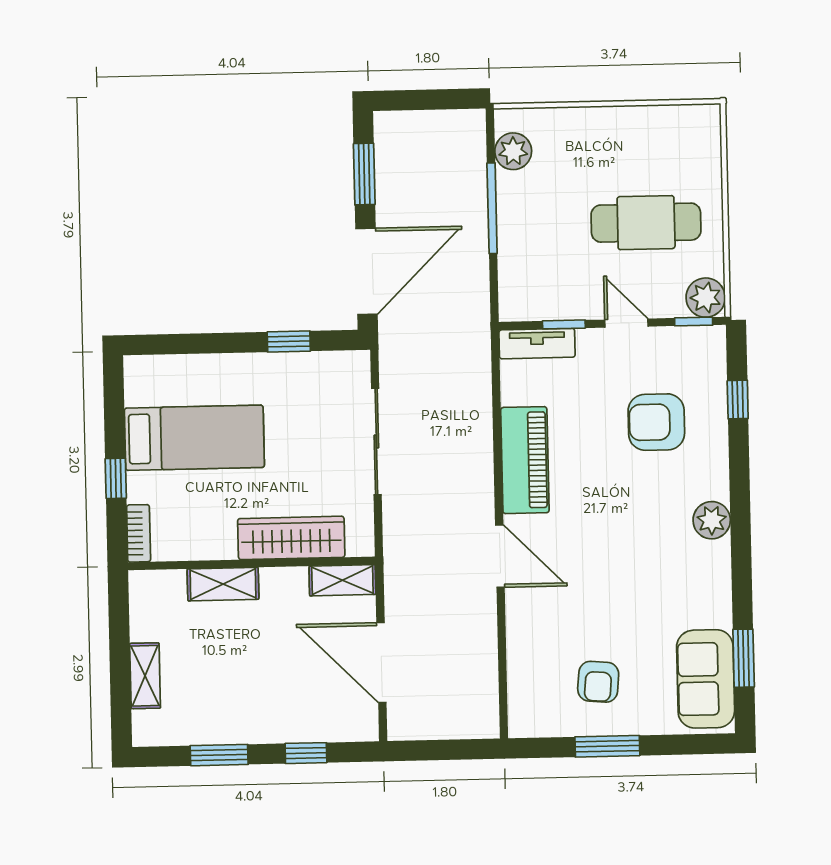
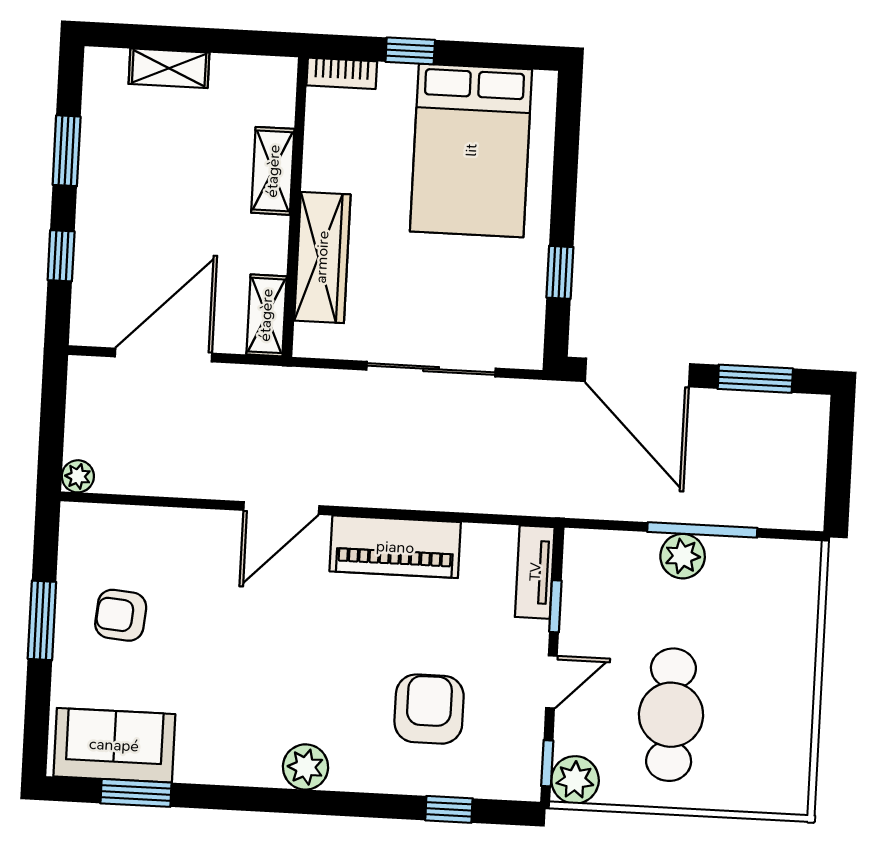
plant: (513, 151) -> (683, 556), moved
bed: (194, 438) -> (471, 150), width x1.50
plant: (486, 726) -> (78, 476), added

